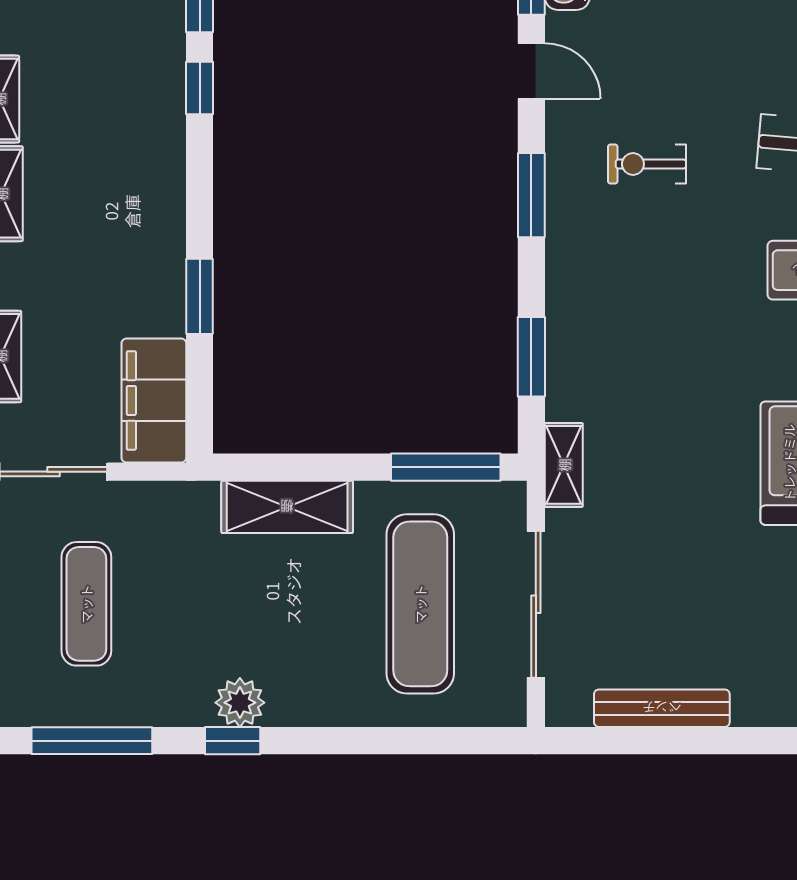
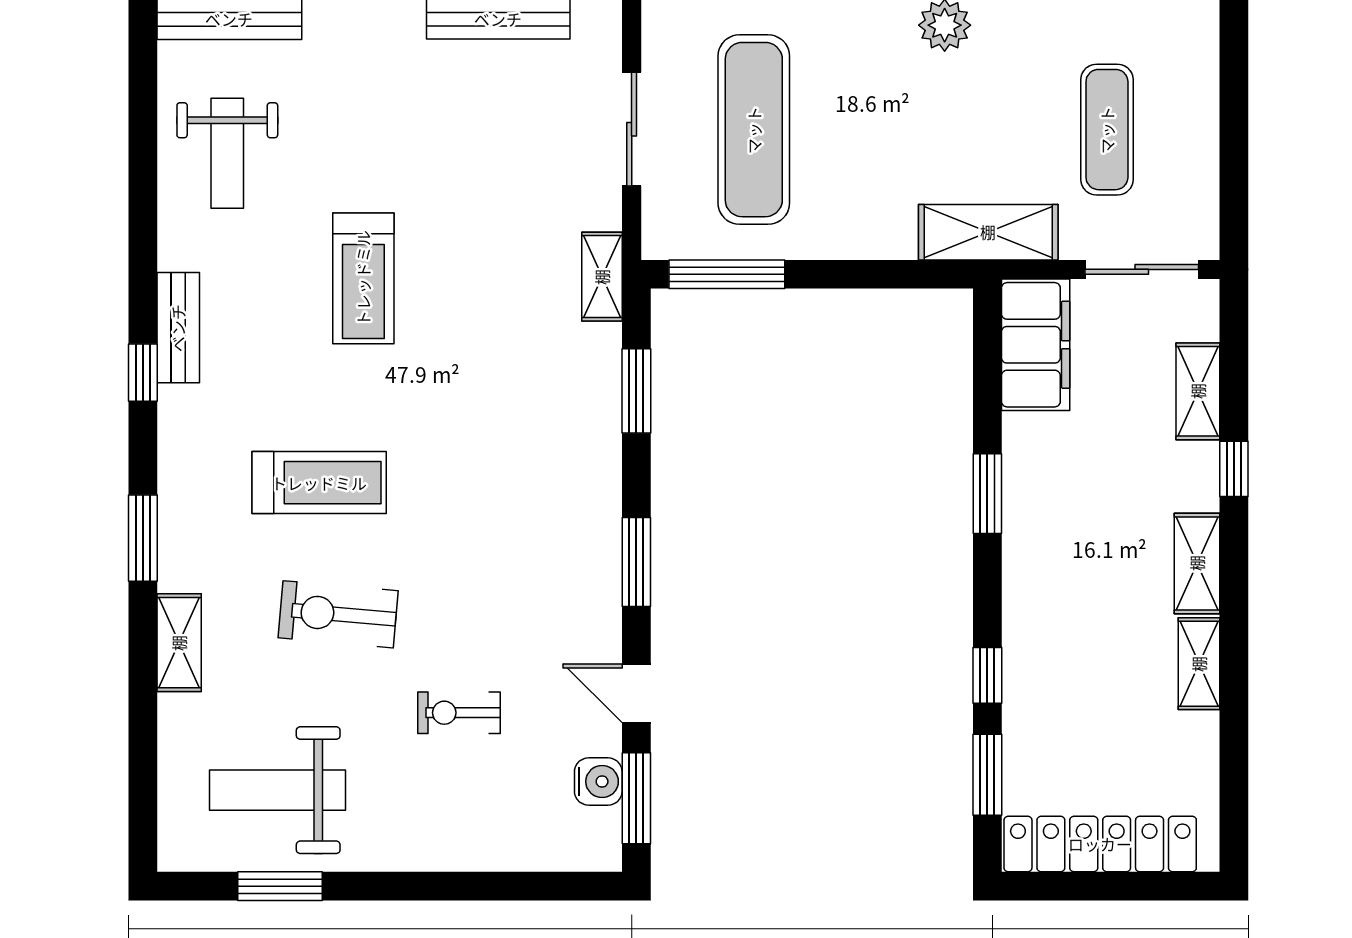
exercise bike: (647, 164) -> (459, 713), moved, turned 180
window: (200, 296) -> (987, 494), moved
shelving: (287, 507) -> (988, 232), moved
sliding door: (536, 604) -> (632, 129), width x0.73

